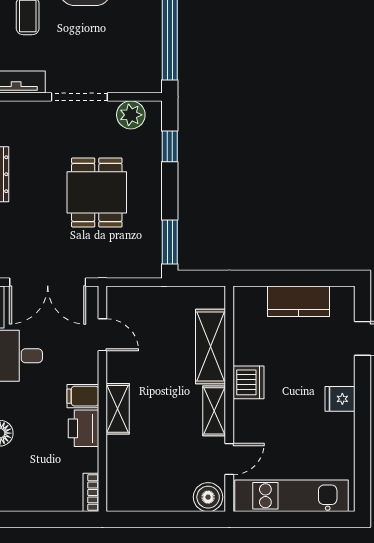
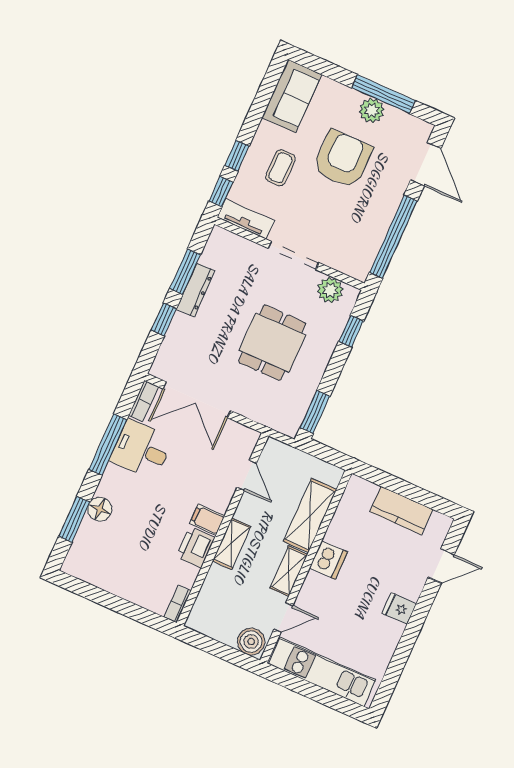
door: (102, 335) -> (247, 475), moved
filing cabinet: (83, 396) -> (207, 520), moved
wall: (102, 399) -> (223, 529), moved
shelving: (118, 409) -> (232, 544), moved
printer: (83, 428) -> (195, 547), moved
bookcase: (91, 492) -> (178, 604), moved

